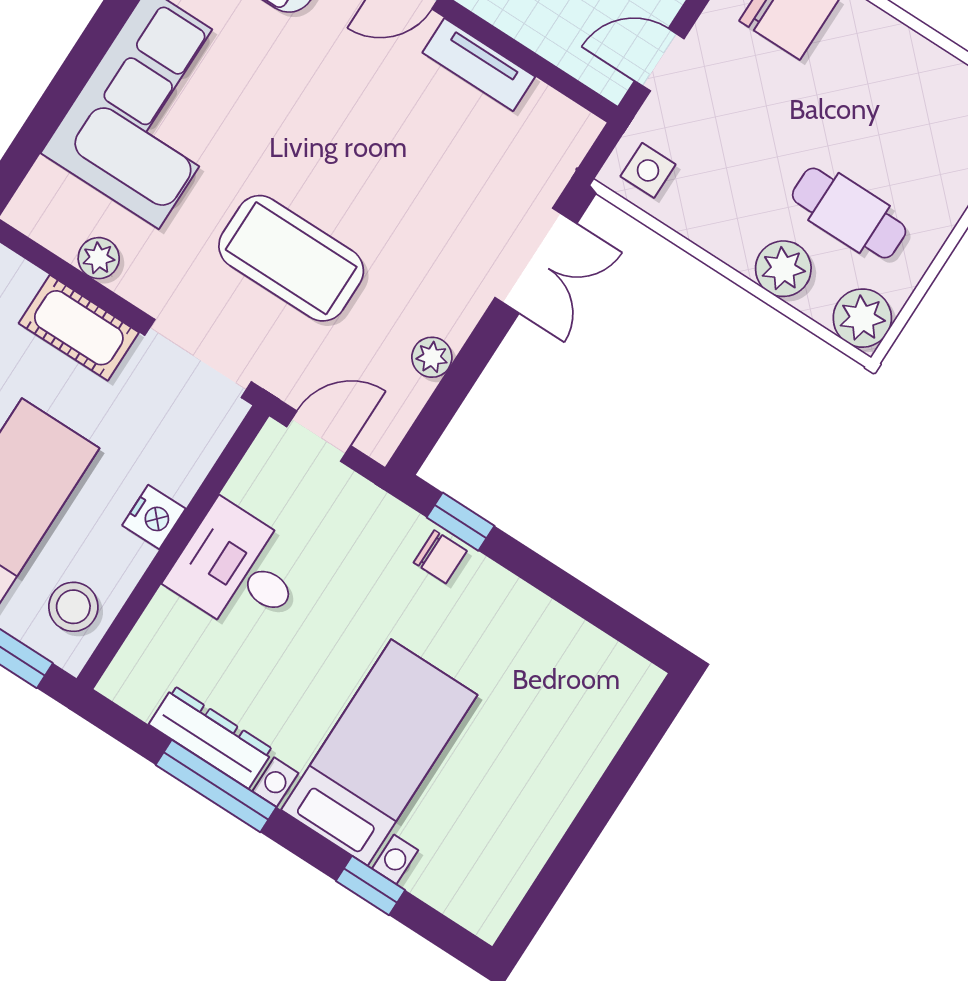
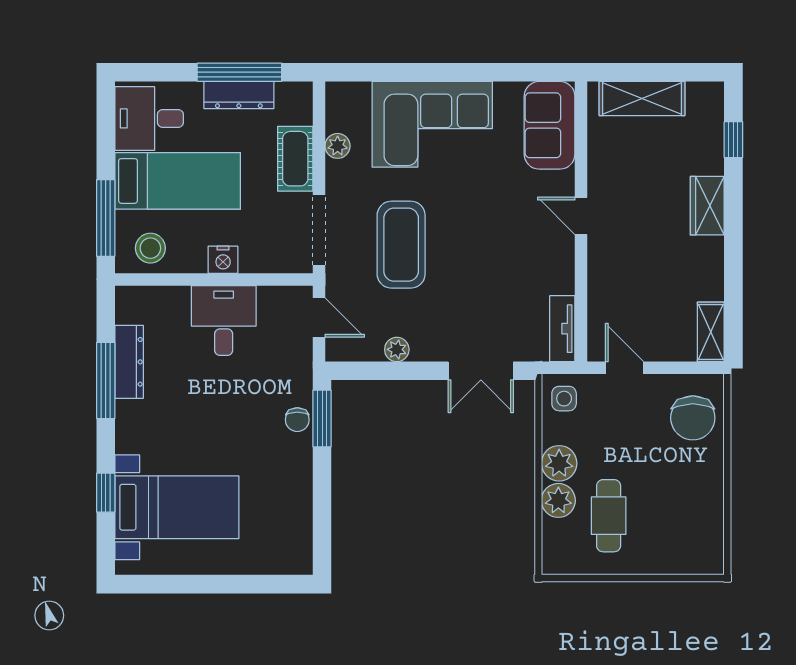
tv unit: (479, 65) -> (562, 329), moved
plant: (862, 318) -> (559, 463), moved
window: (461, 522) -> (322, 419), width x1.50
bed with nightstands: (379, 752) -> (177, 507), moved

